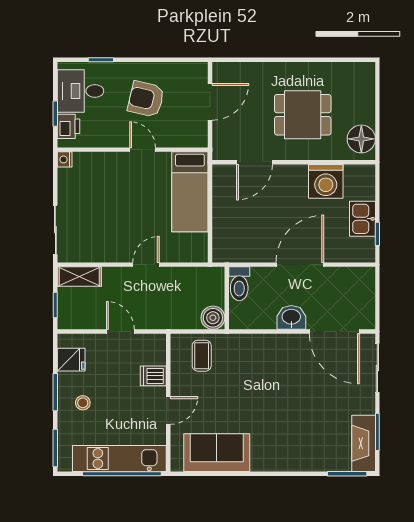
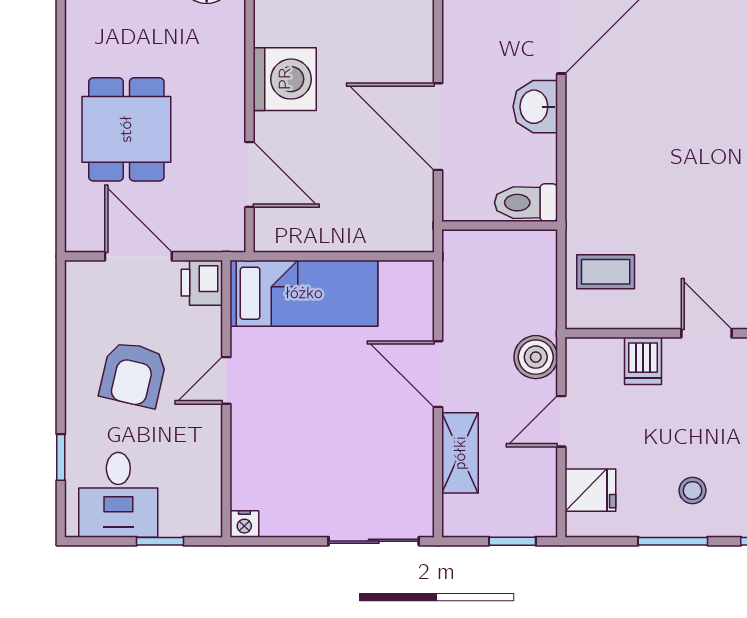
dining table: (303, 115) -> (126, 129), moved
printer: (69, 126) -> (202, 283), moved, turned -90
washing machine: (326, 181) -> (285, 79), moved
door: (146, 265) -> (438, 374), width x1.37
door: (300, 265) -> (438, 127), moved
shelving: (79, 277) -> (460, 453), moved
toilet: (239, 284) -> (526, 203), moved, turned 180
boiler: (213, 318) -> (536, 357), moved
fridge: (71, 360) -> (590, 490), moved, turned 90

